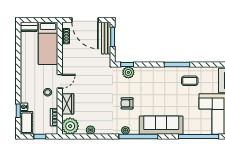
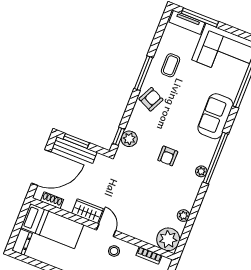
armchair: (161, 77) -> (151, 99), added
wardrobe: (68, 104) -> (87, 211), moved
sofa: (161, 125) -> (215, 116), width x0.73

